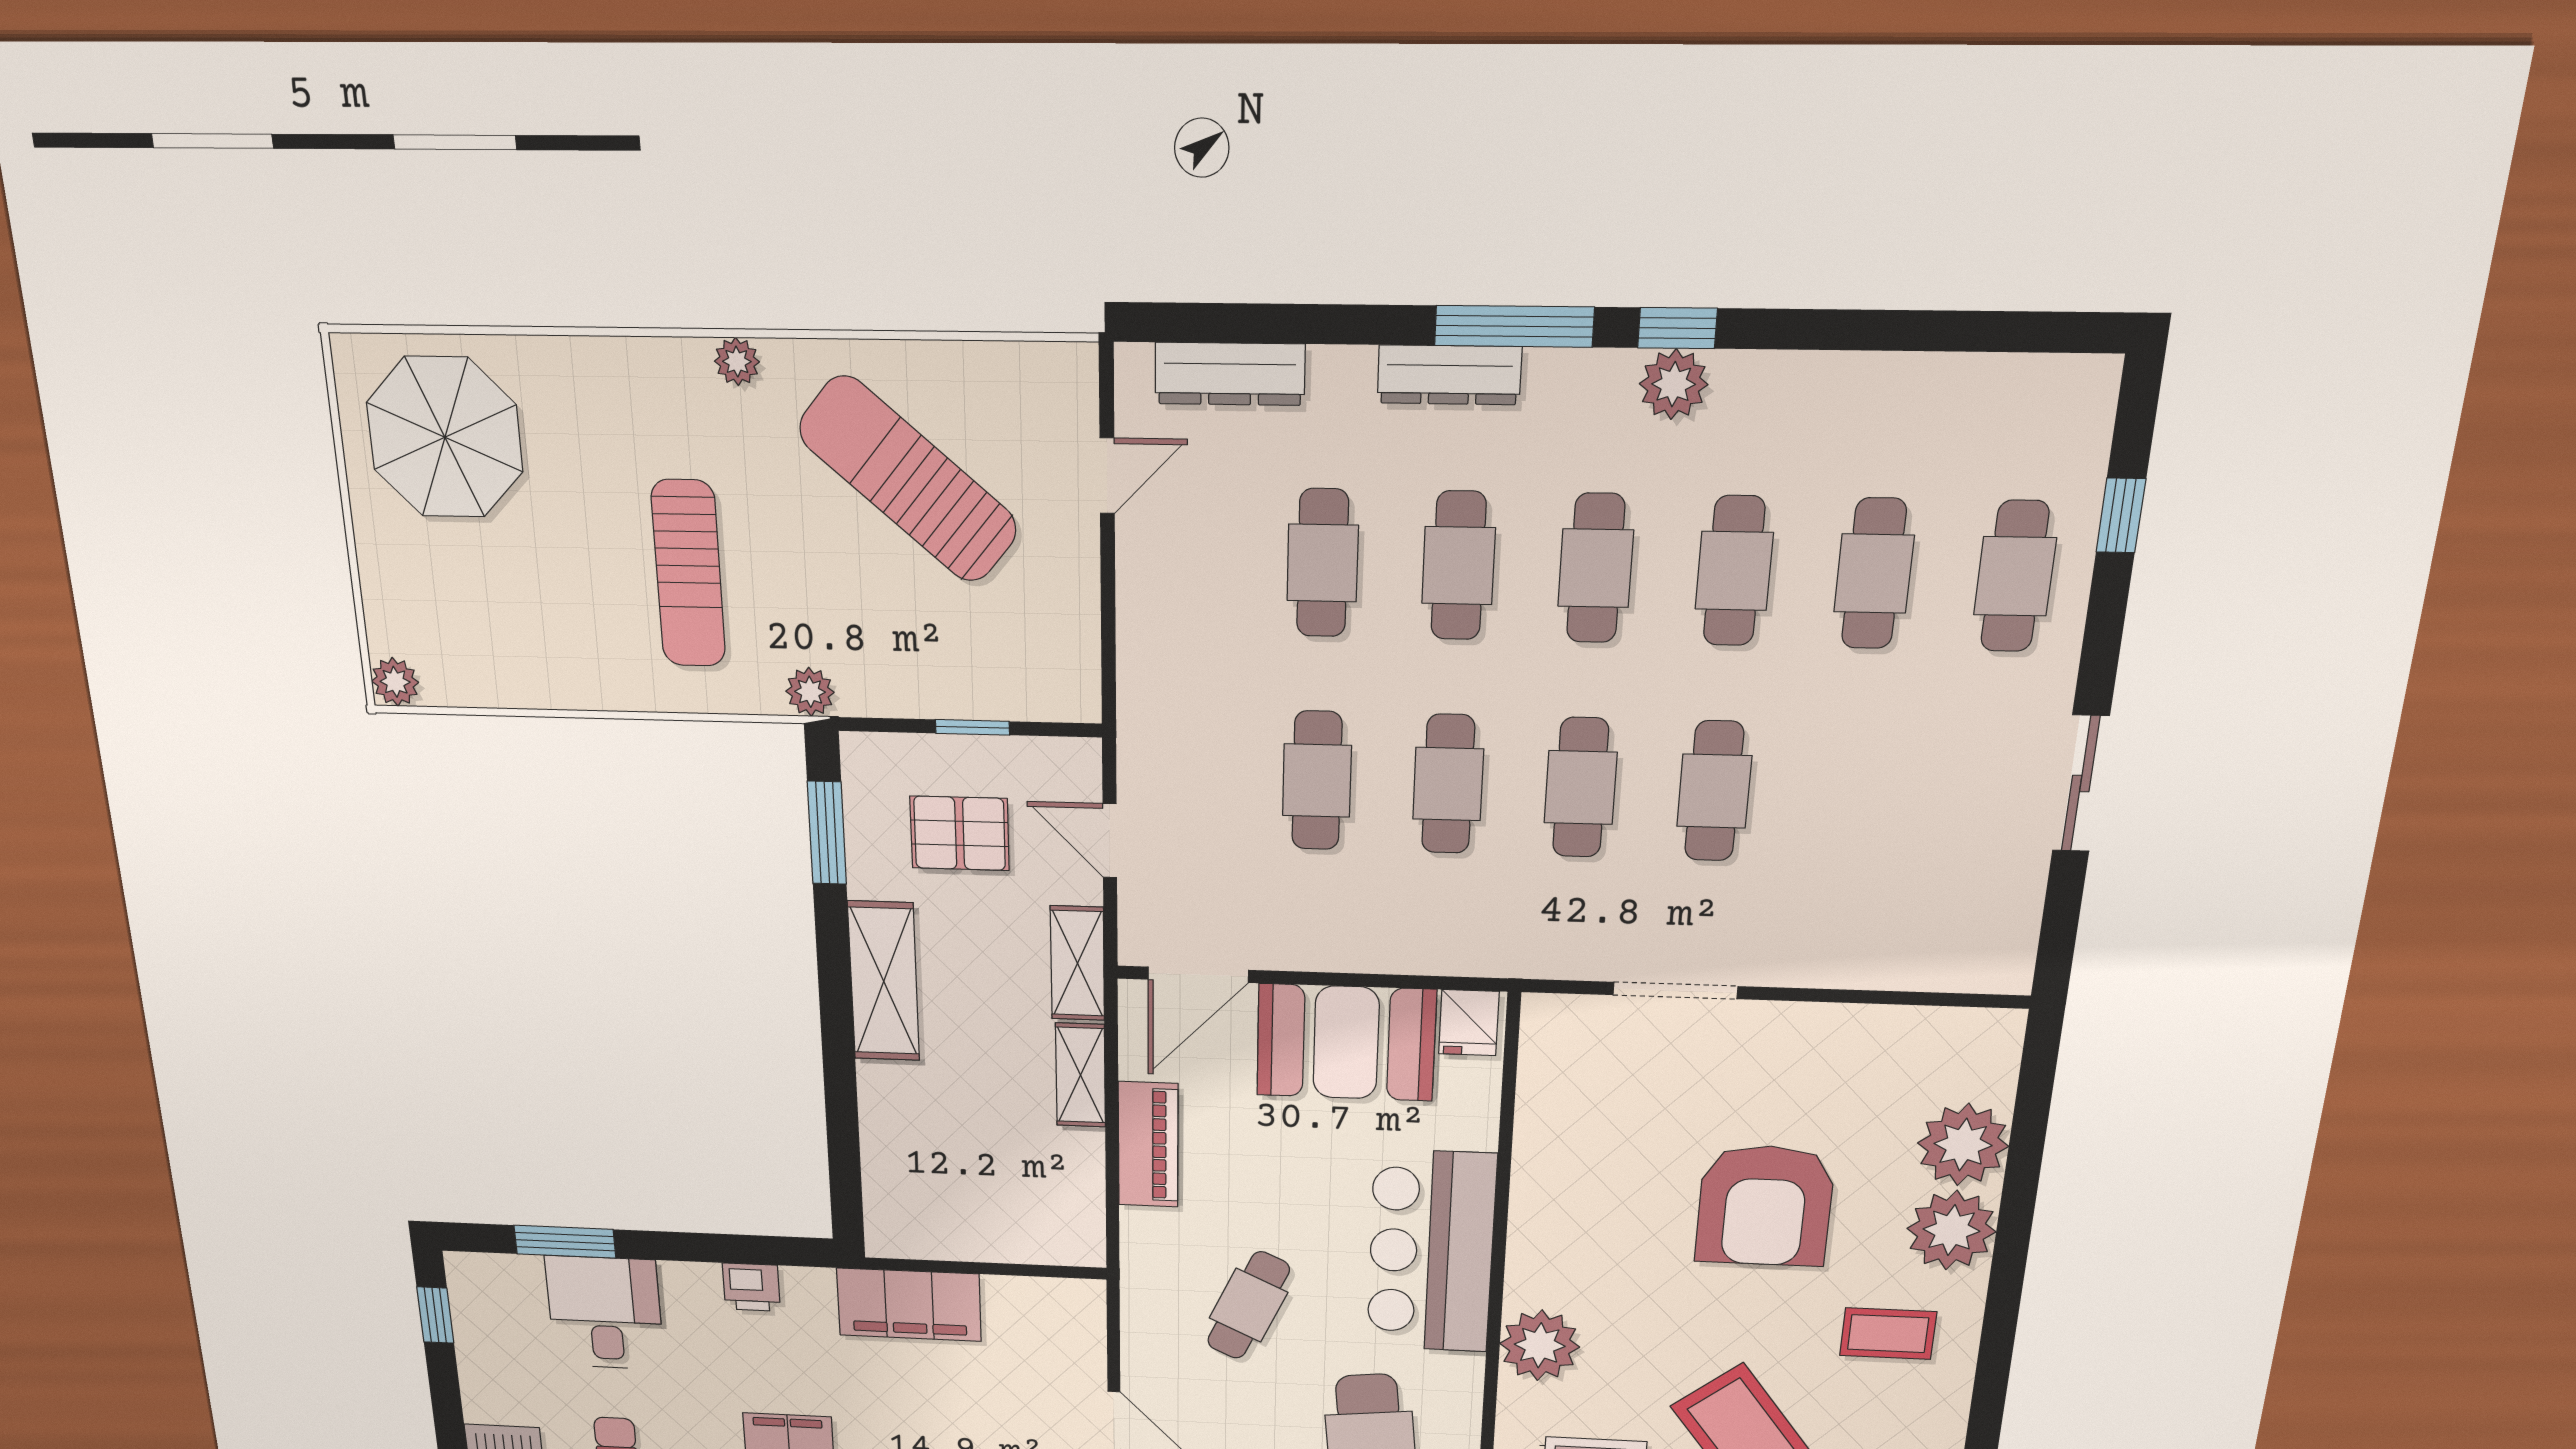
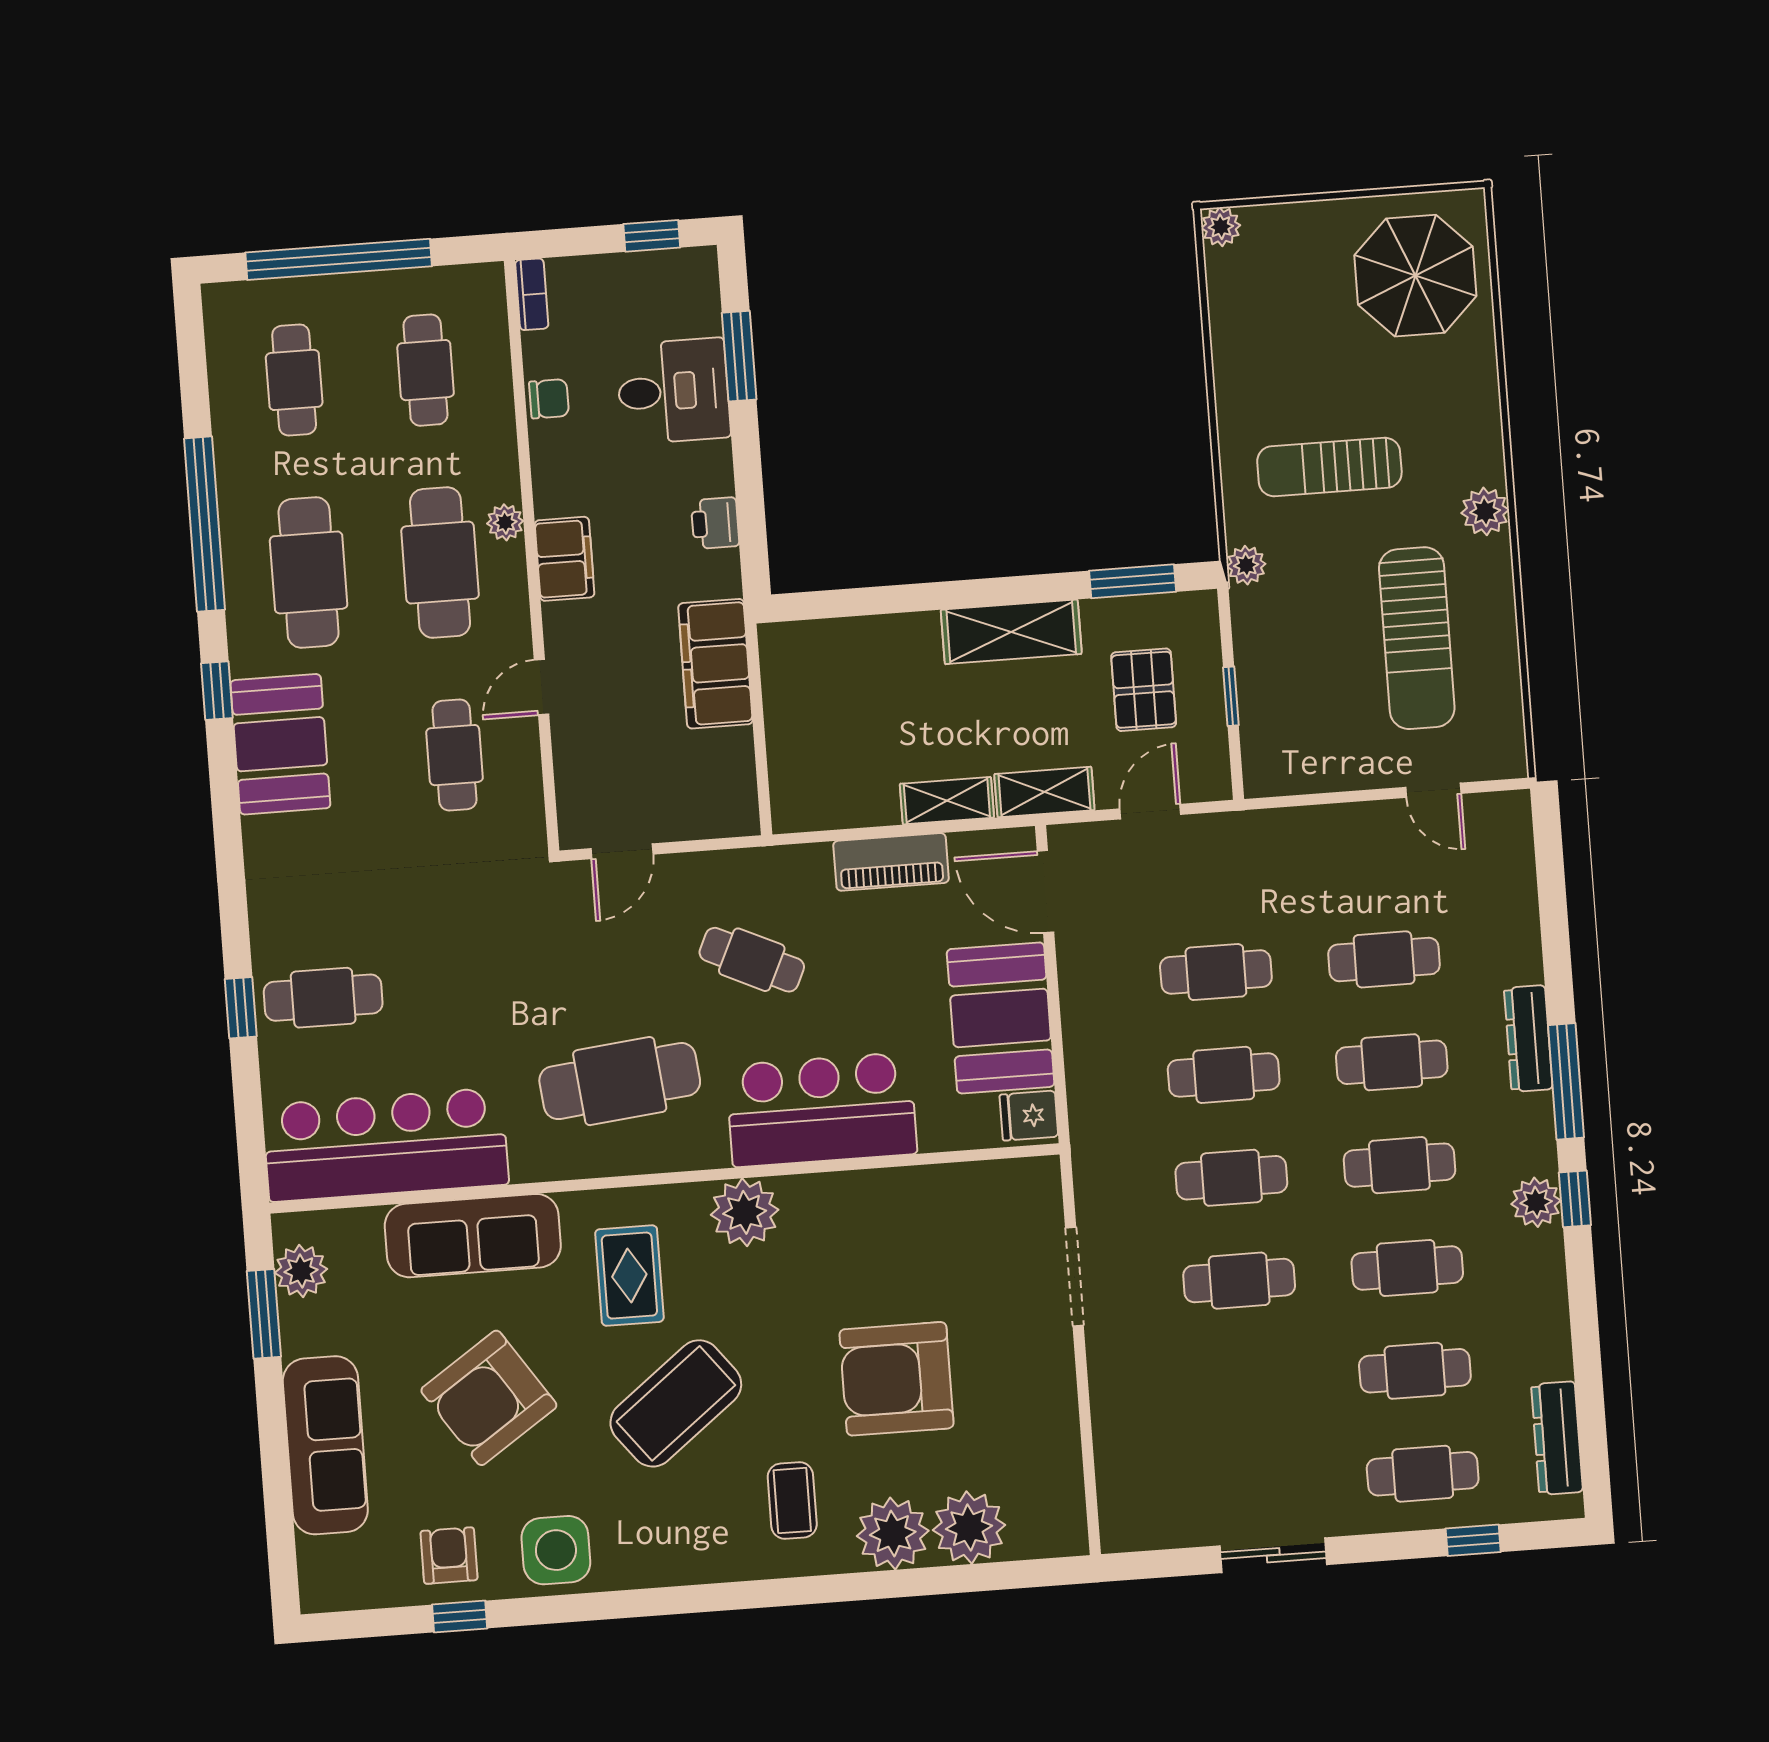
plant: (737, 362) -> (1485, 511), width x1.38, depth x1.38
dresser: (1230, 374) -> (1557, 1438), moved
sun lounger: (908, 479) -> (1417, 638), turned 140

